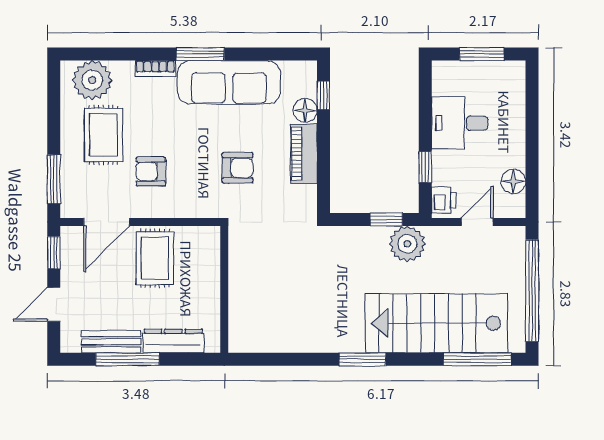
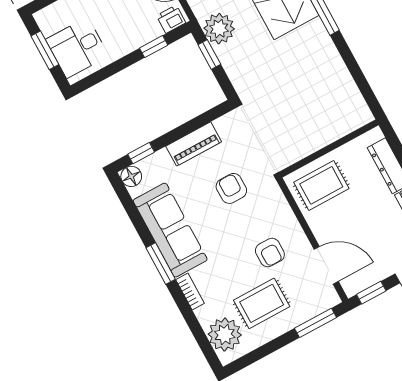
floor lamp: (305, 110) -> (131, 176), moved
desk: (460, 123) -> (77, 48), moved, turned 90
rug: (155, 258) -> (321, 185), moved

